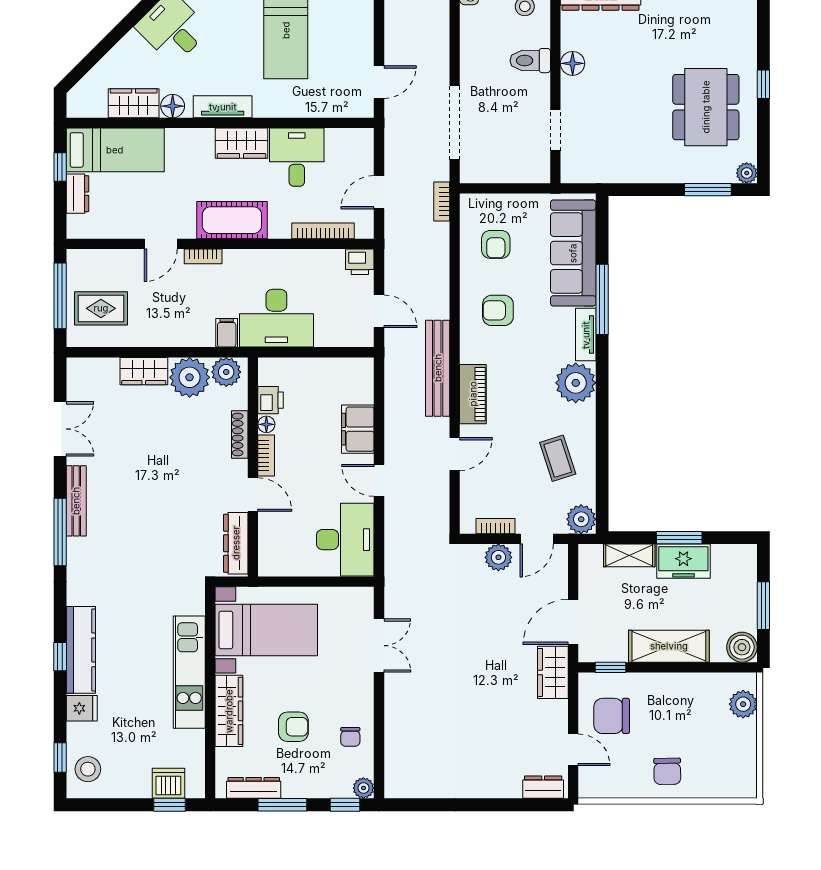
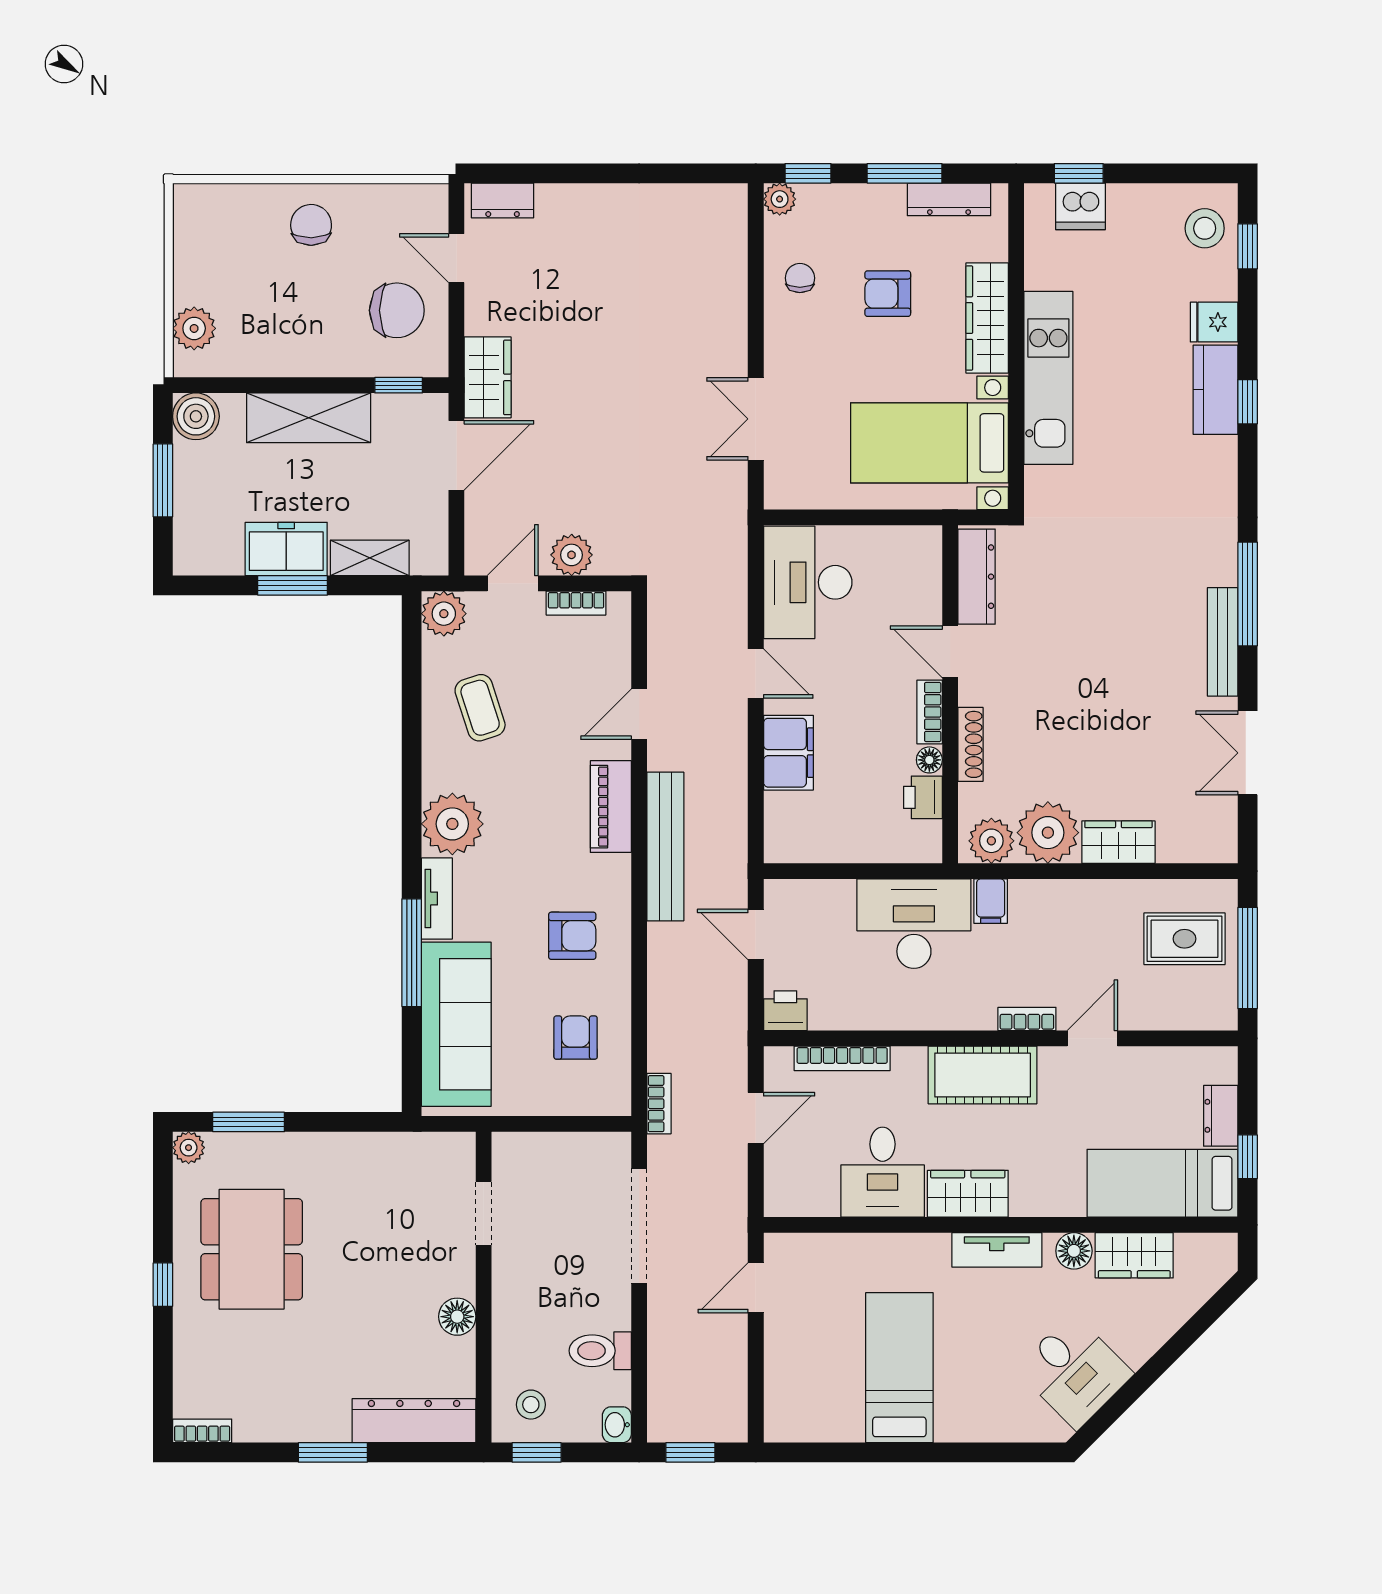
toilet: (530, 61) -> (600, 1351), moved, turned 180
kitchen counter: (81, 650) -> (1215, 390), width x0.67

